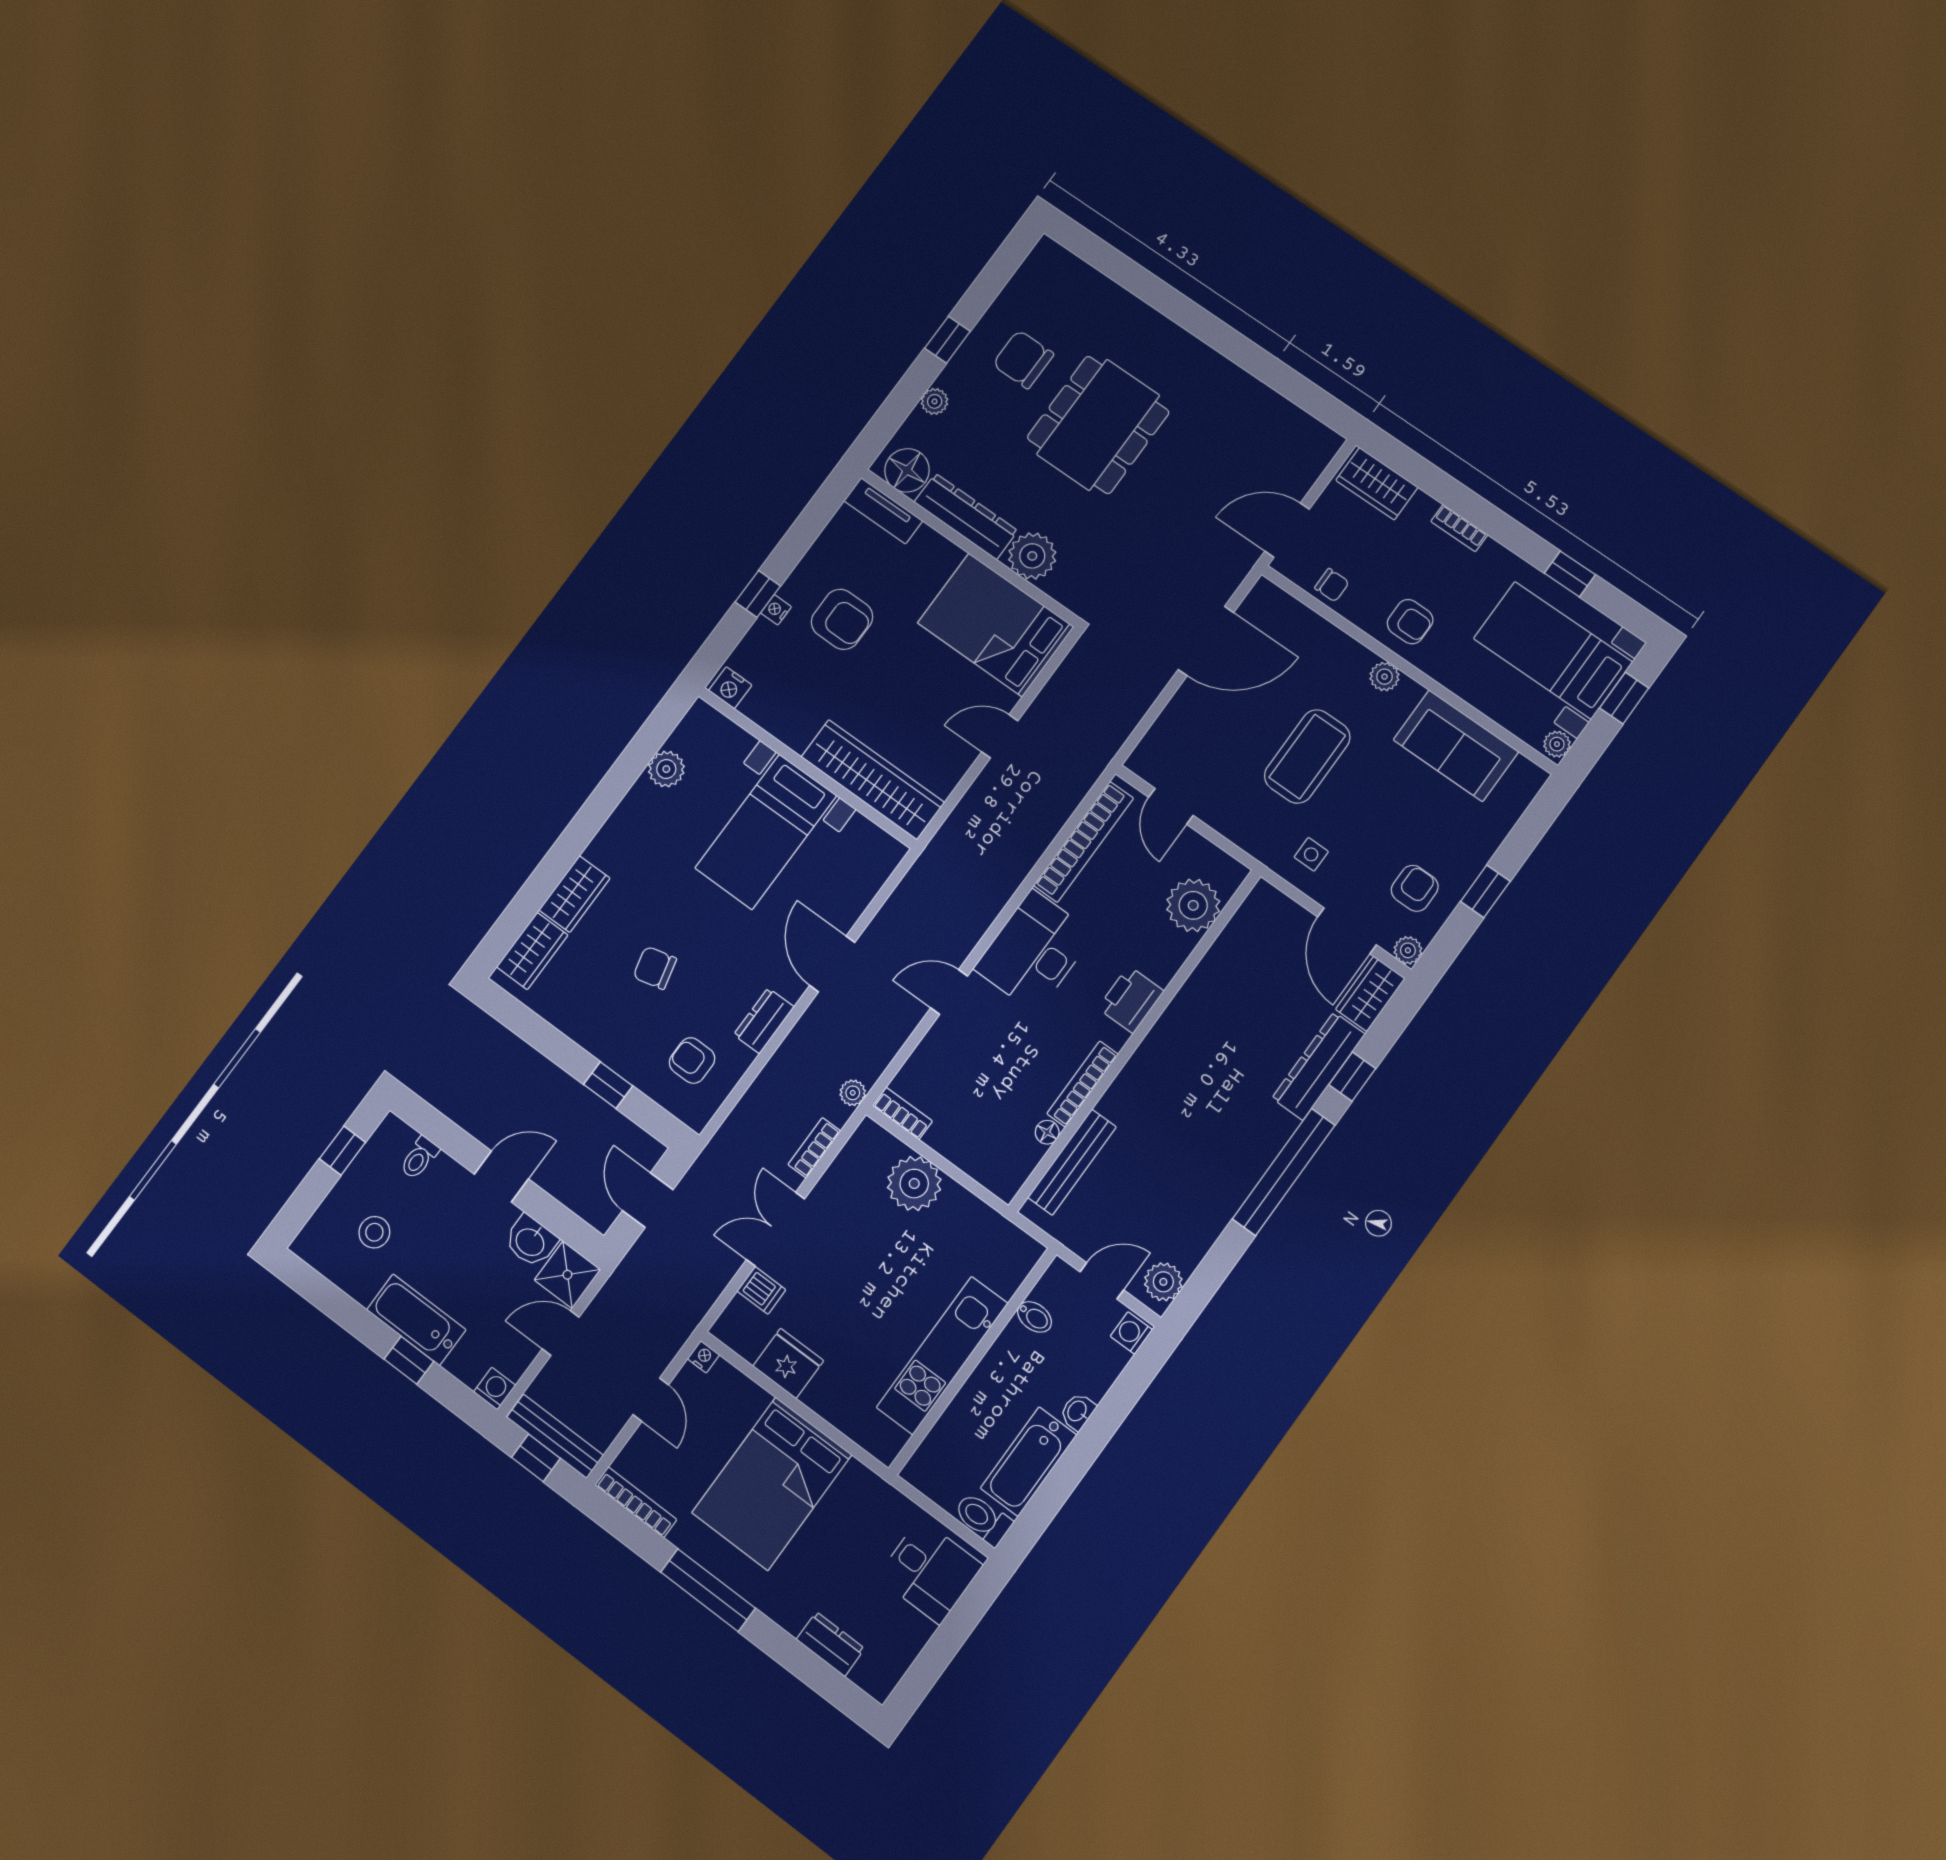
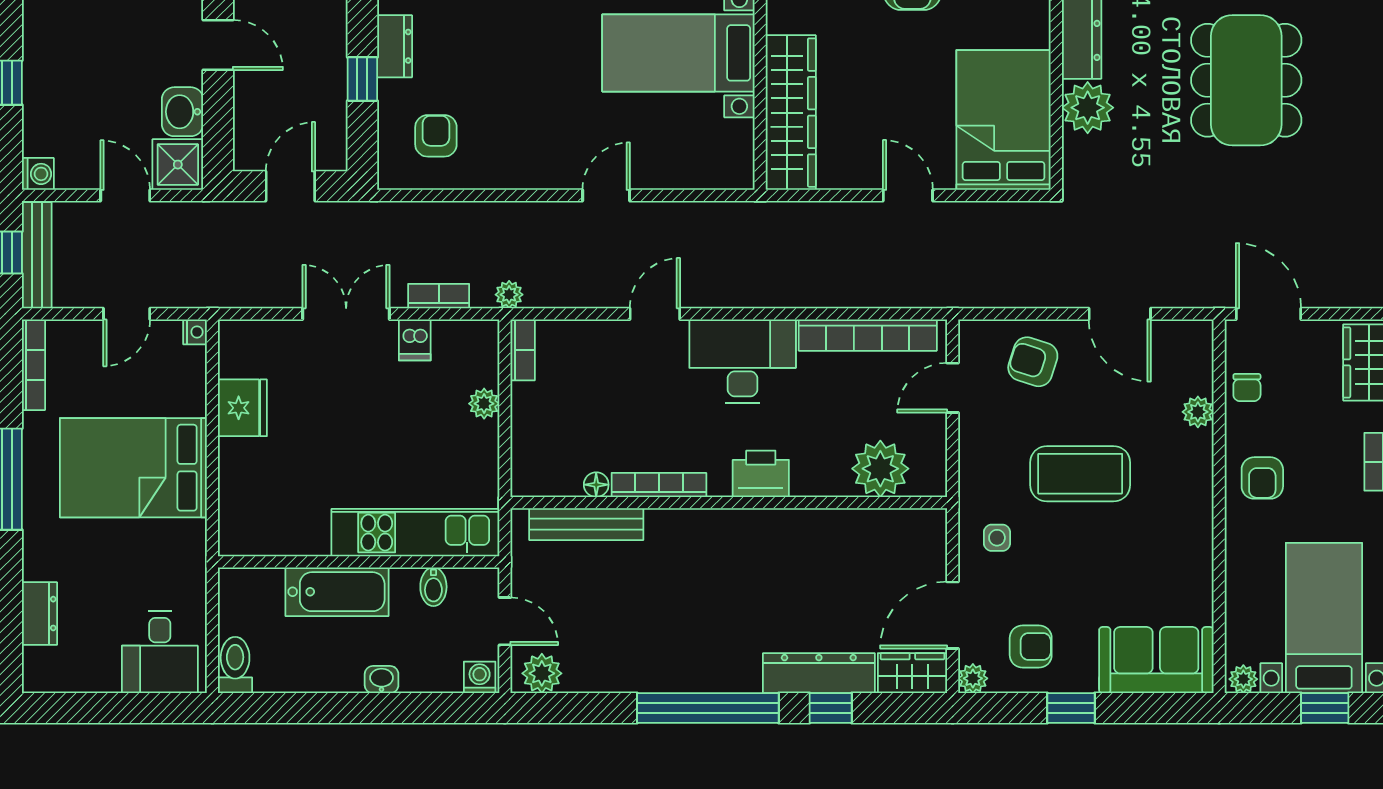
dining table: (1098, 425) -> (1246, 80), turned 90
door: (1206, 641) -> (1120, 314), width x0.73
plant: (1385, 677) -> (1198, 412), moved
armchair: (1195, 732) -> (1033, 362), added
sofa: (1456, 746) -> (1156, 660), moved, turned 90
door: (832, 964) -> (606, 195), width x0.73
chair: (655, 968) -> (492, 44), removed
door: (949, 992) -> (655, 314), hinge flipped
dresser: (764, 1021) -> (395, 46), moved, turned 90
plant: (914, 1184) -> (484, 404), width x0.53, depth x0.53
dishwasher: (761, 1290) -> (415, 340), moved
bathtub: (416, 1320) -> (45, 63), removed
kitchen unit: (942, 1355) -> (415, 533), moved
bathtub: (1029, 1462) -> (337, 592), moved, turned 180

